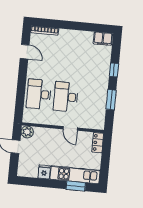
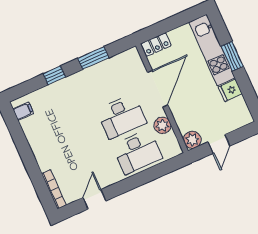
filing cabinet: (103, 39) -> (23, 111), width x0.50
plant: (46, 119) -> (162, 125), added
door: (70, 128) -> (158, 89), width x1.87
window: (76, 186) -> (232, 56), moved

